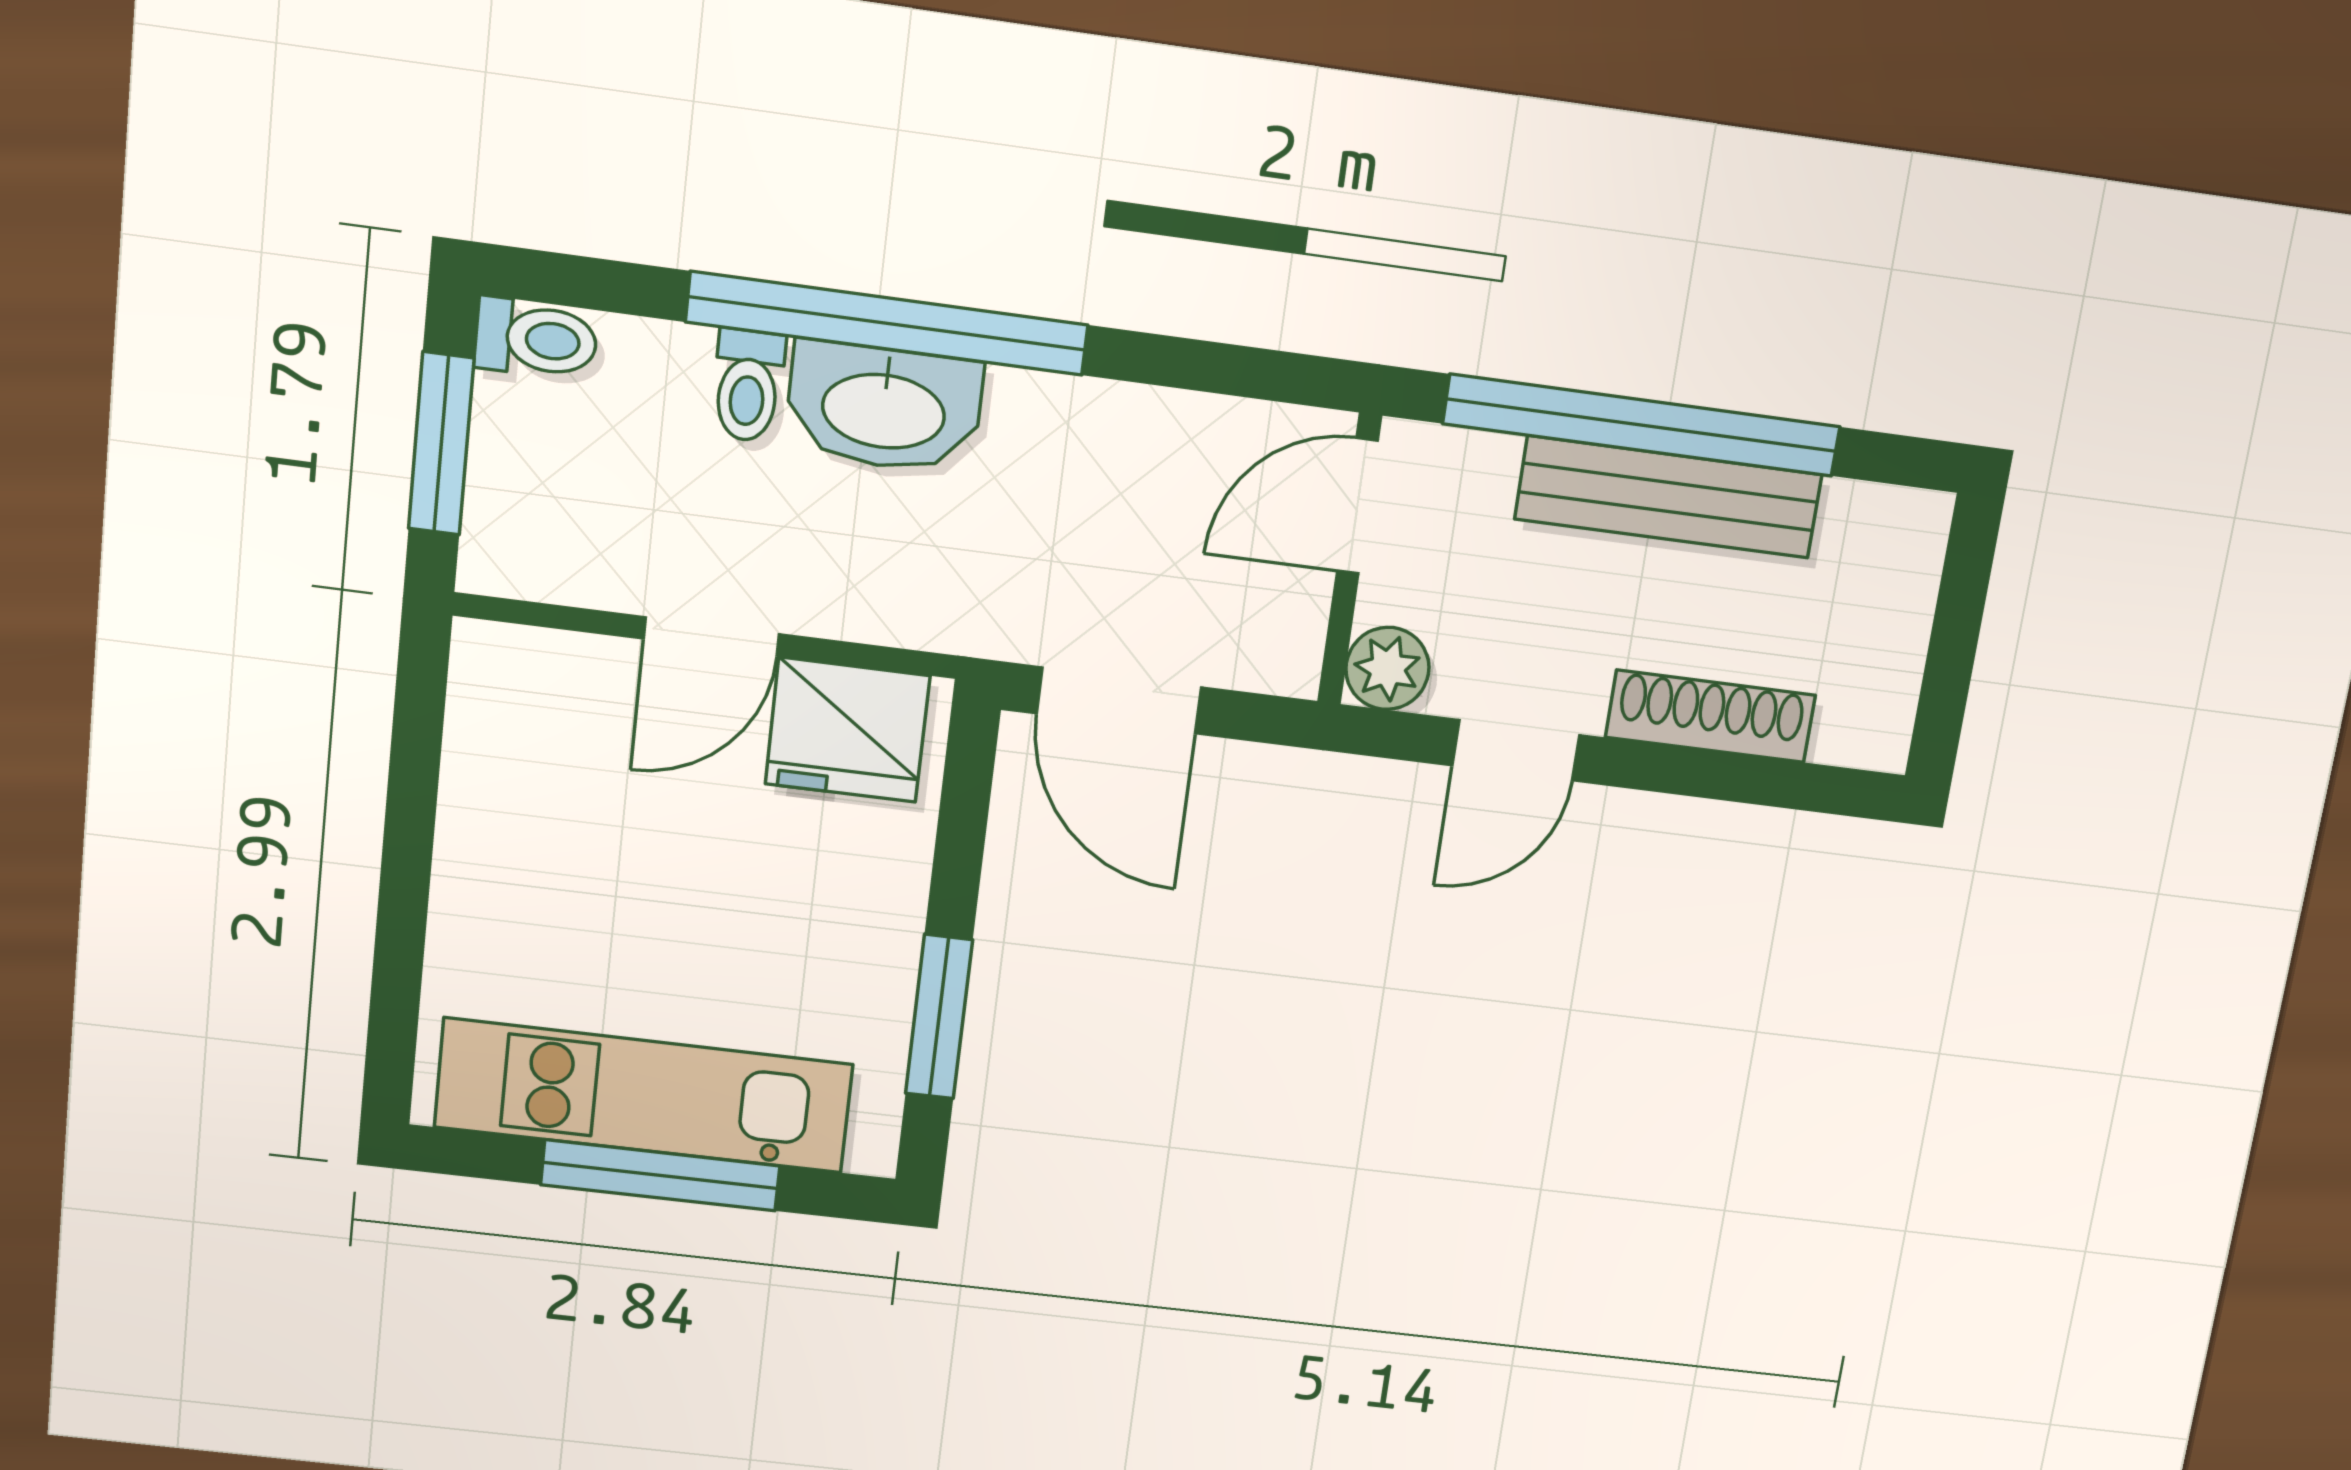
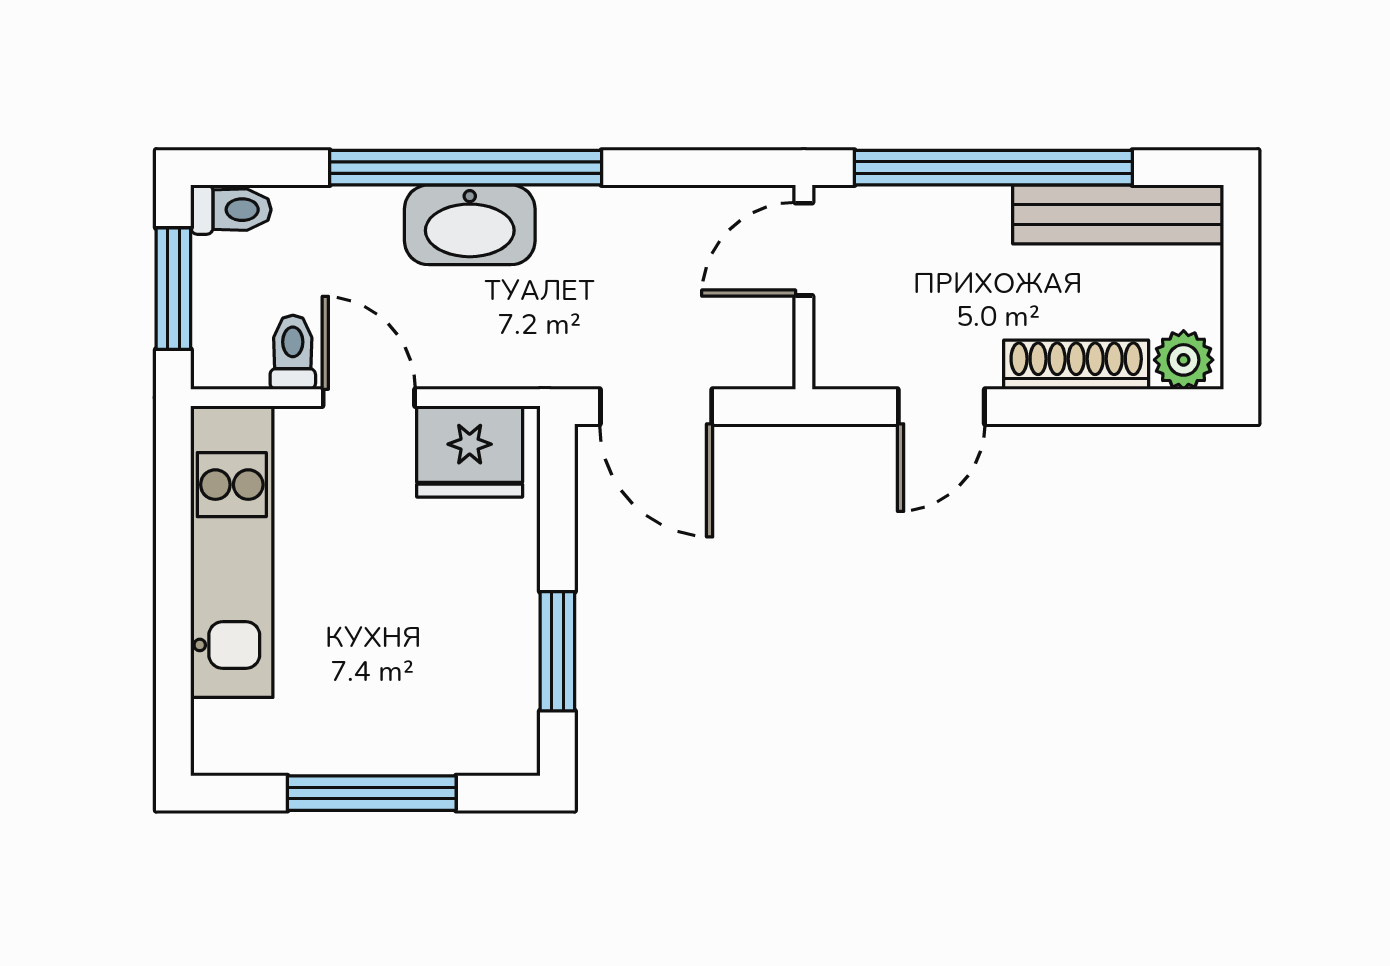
toilet: (748, 386) -> (293, 352), moved, turned 180
bench: (1668, 497) -> (1118, 214), moved
door: (711, 636) -> (369, 398), swing flipped
plant: (1387, 668) -> (1184, 360), moved
kitchen unit: (644, 1096) -> (232, 552), moved, turned 90

